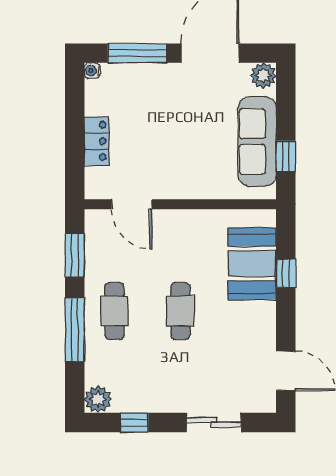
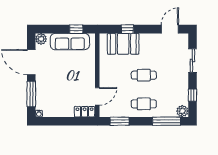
locker: (97, 141) -> (85, 112), moved
window: (75, 330) -> (166, 121), moved

